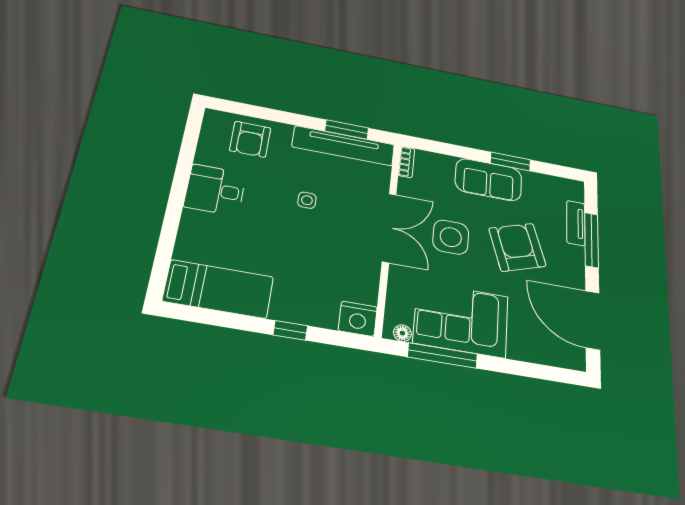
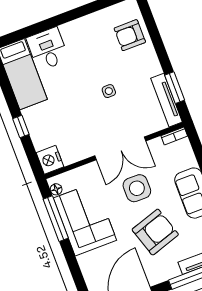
tv unit: (344, 146) -> (167, 100), width x0.73, depth x0.78
desk: (215, 190) -> (48, 49), moved

